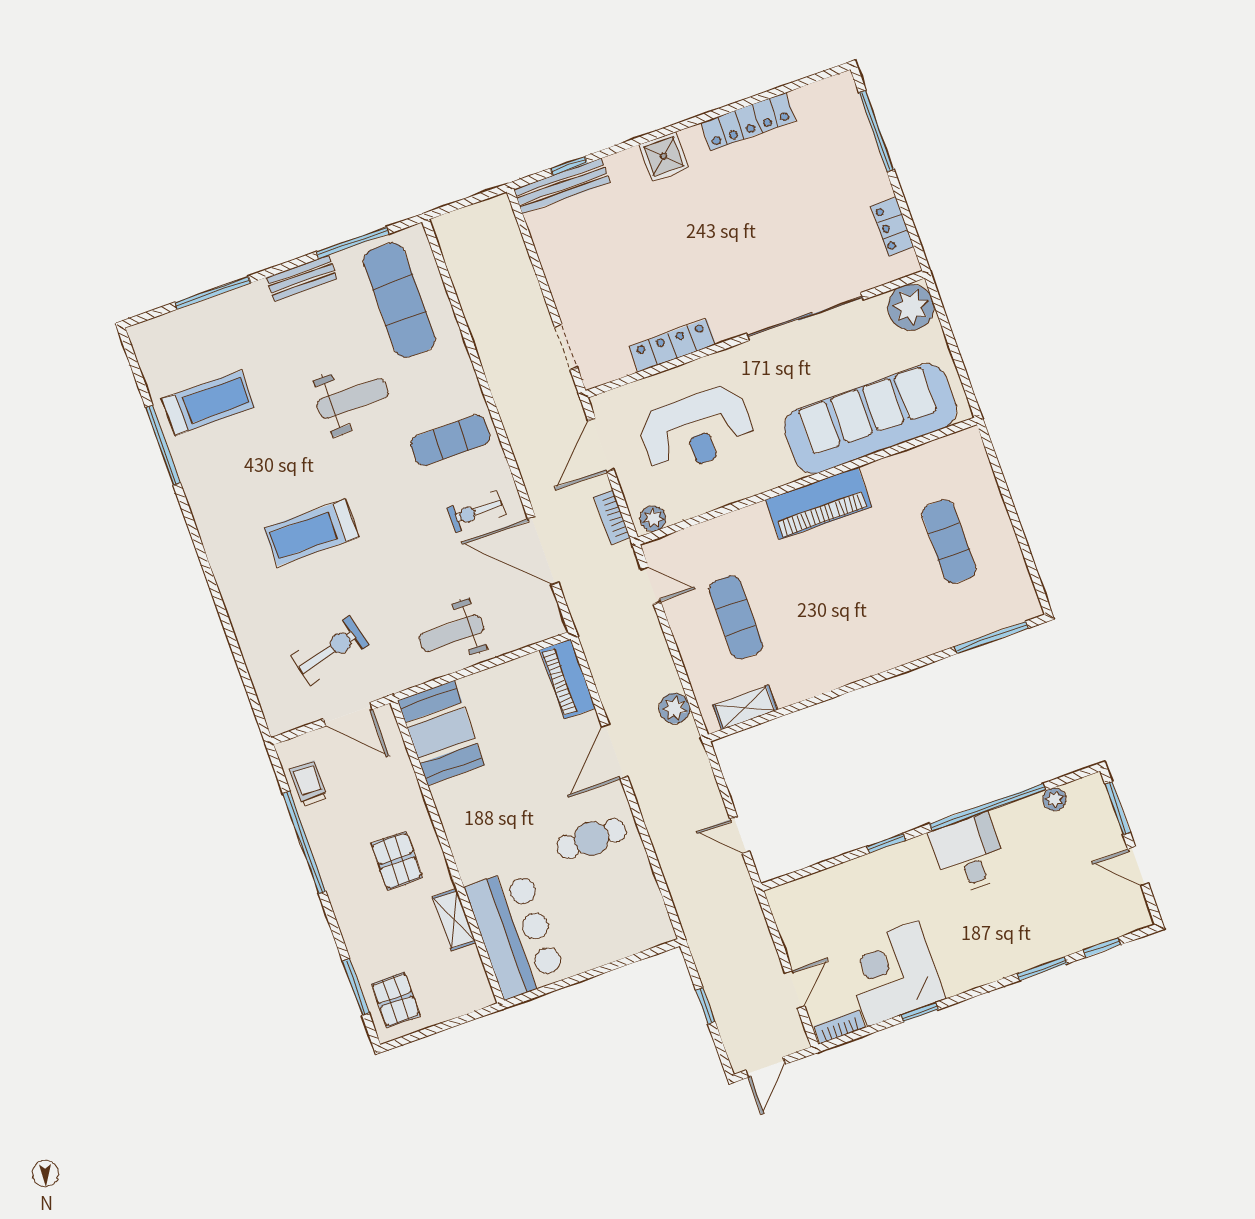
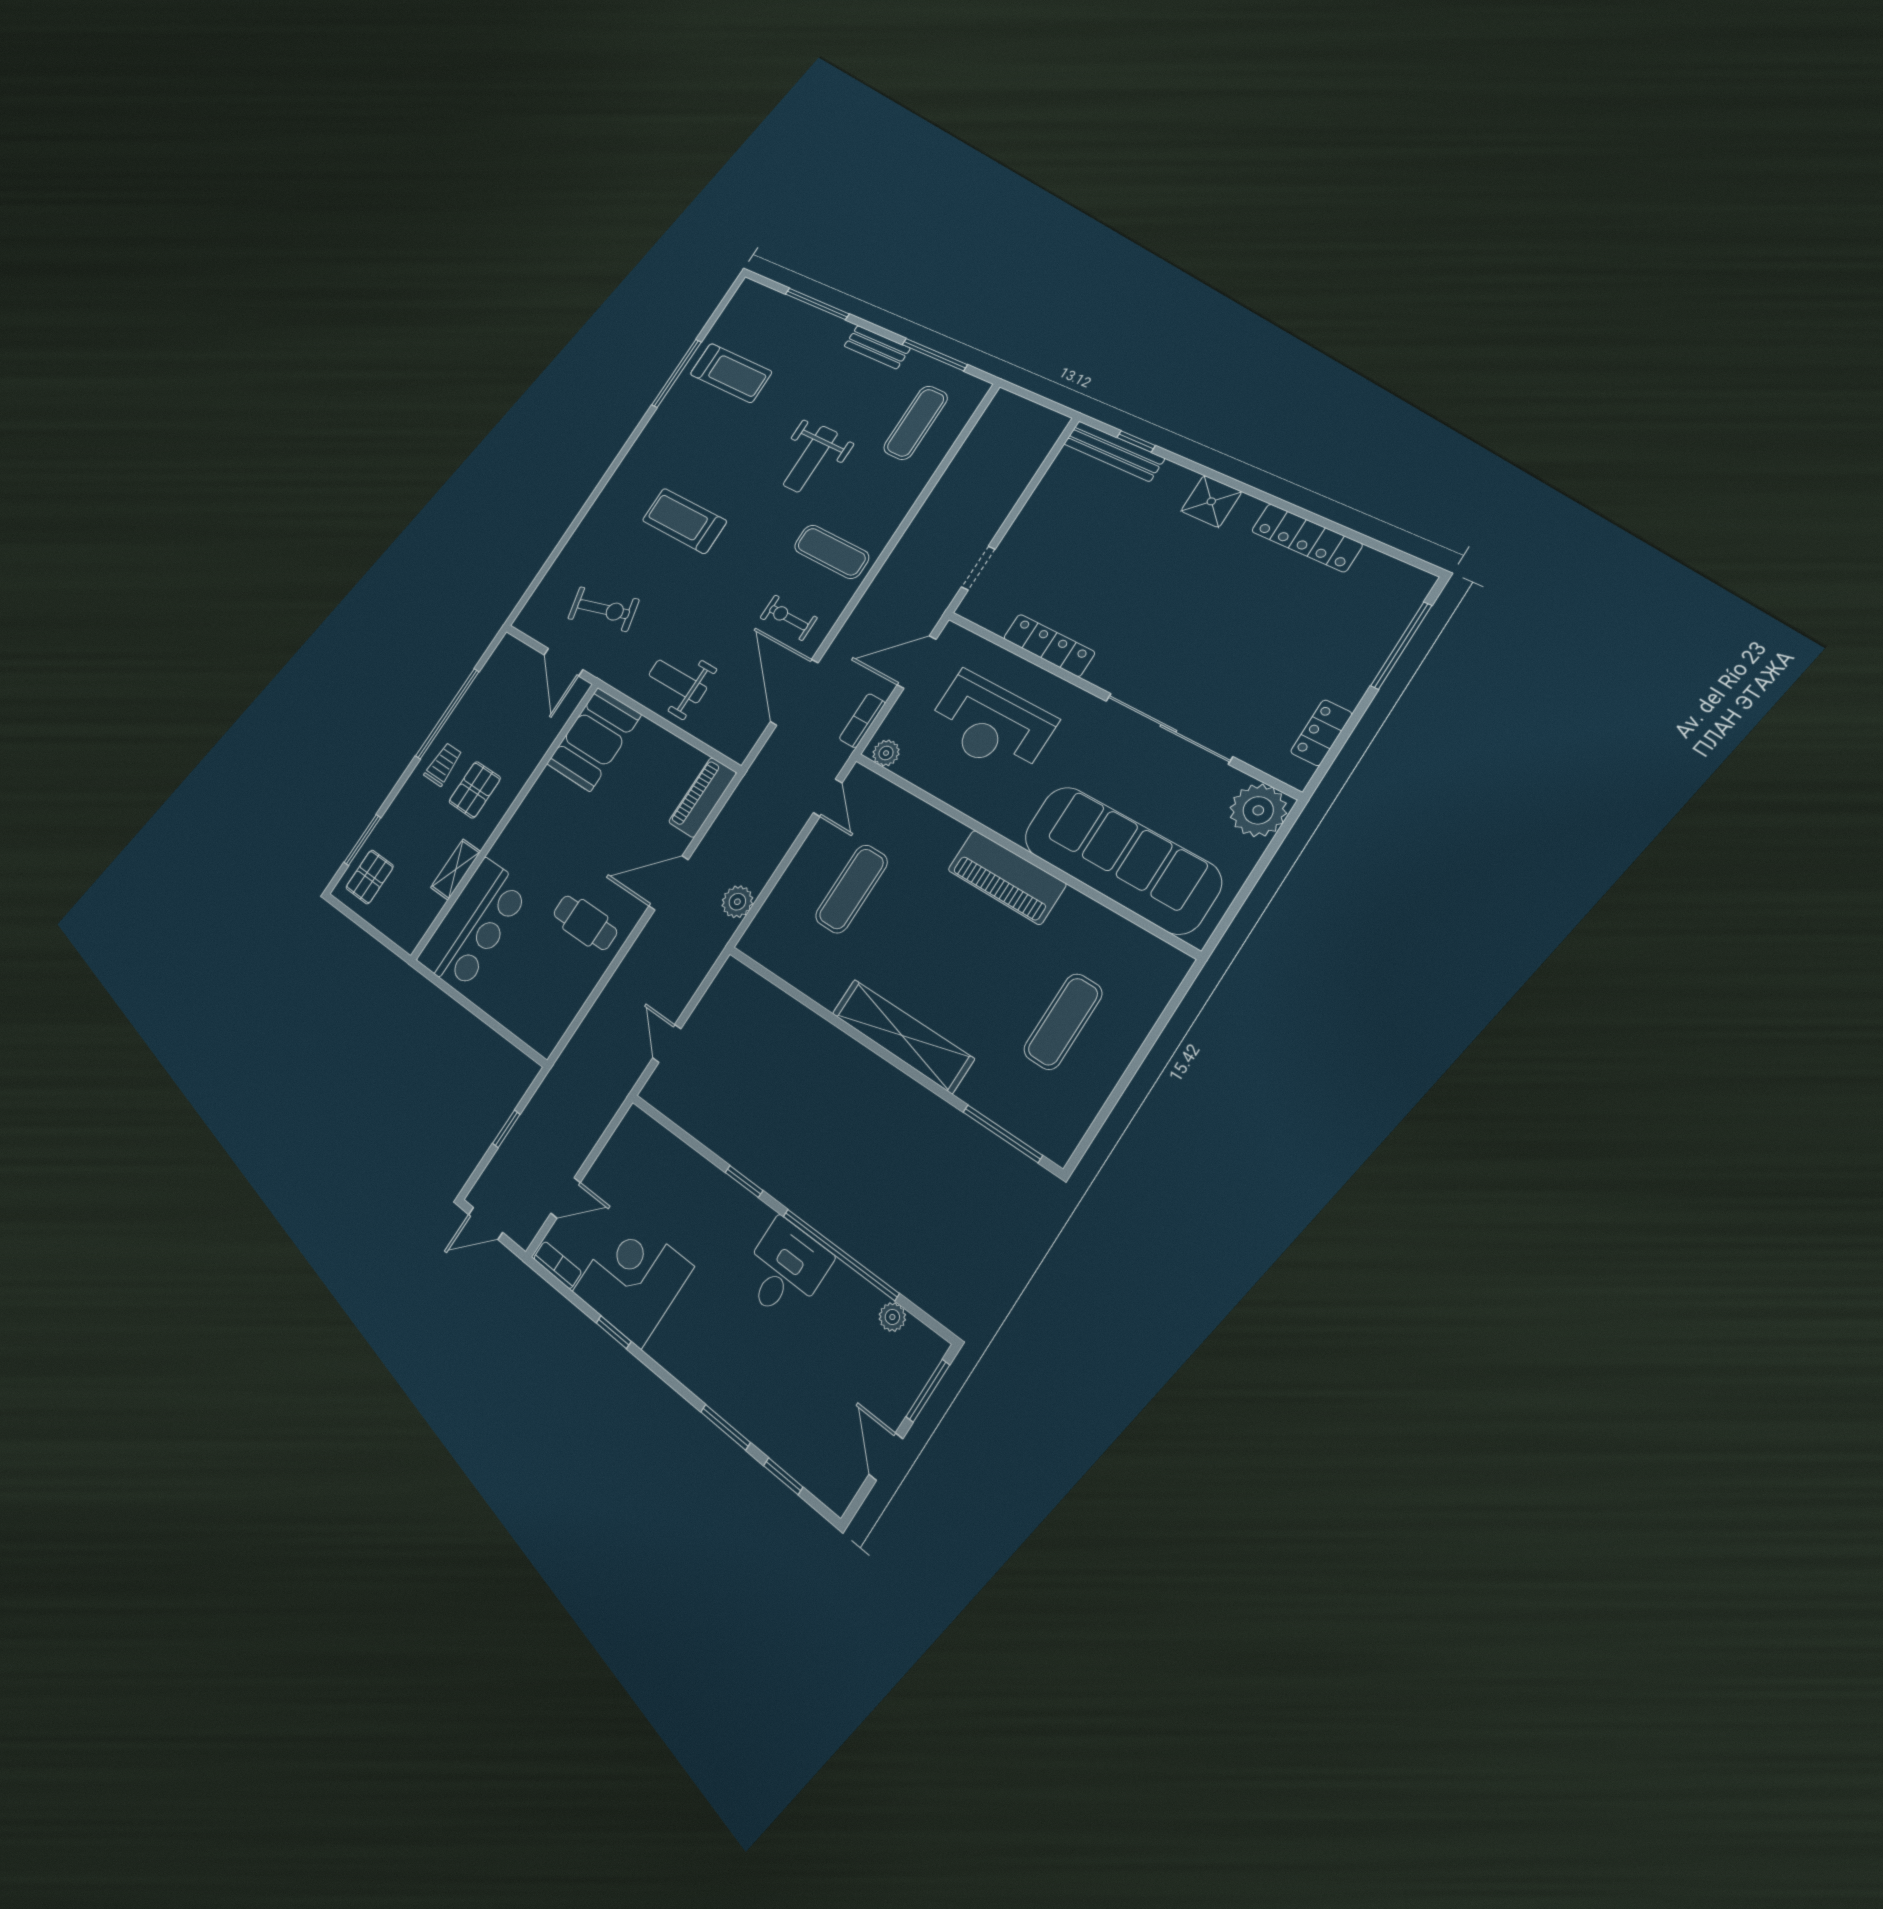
exercise mat: (399, 300) -> (916, 423), width x0.73, depth x0.69
weight bench: (353, 399) -> (810, 459), turned 90
shelving: (745, 707) -> (902, 1036), moved, width x2.20, depth x1.33
trolley: (309, 783) -> (443, 764), moved

